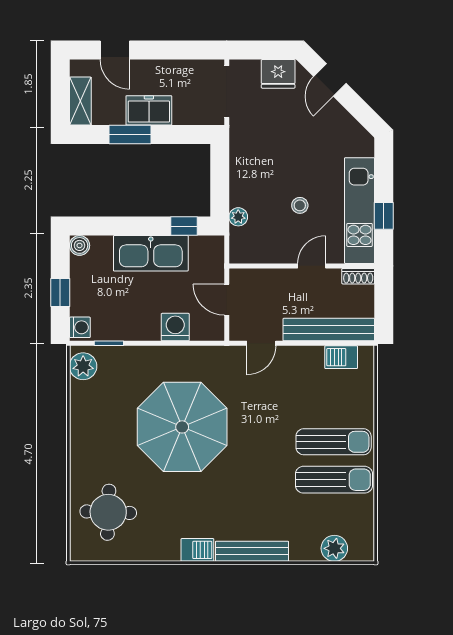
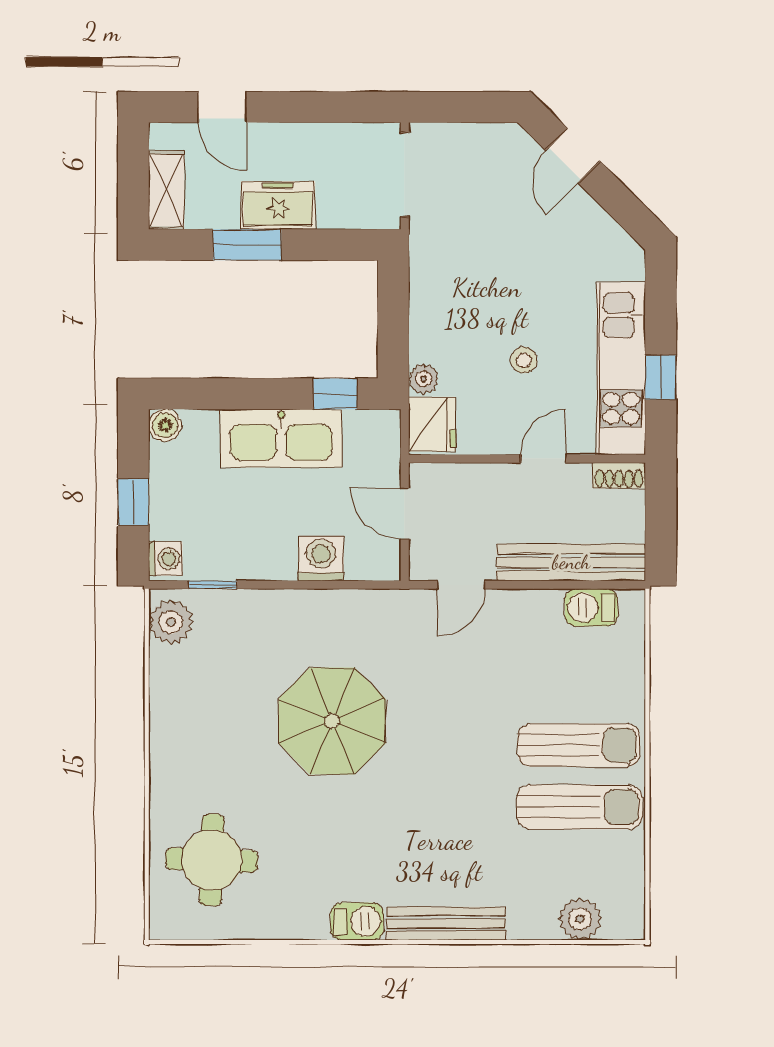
fridge: (278, 74) -> (432, 424), moved, turned -90
parasol: (182, 427) -> (332, 721), width x0.73, depth x0.73

